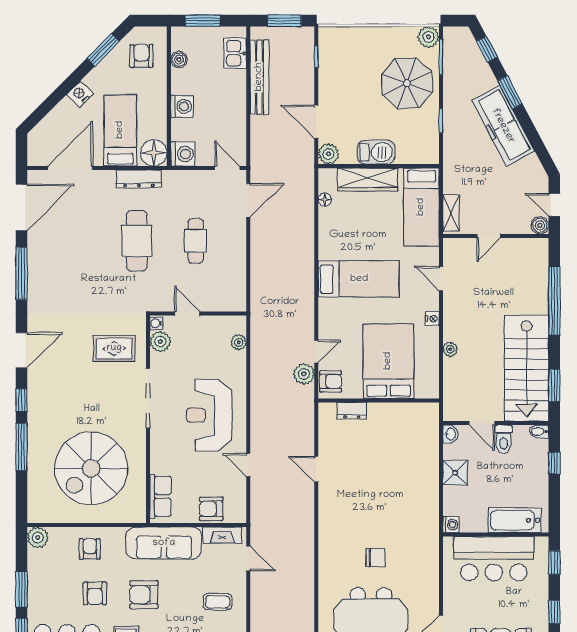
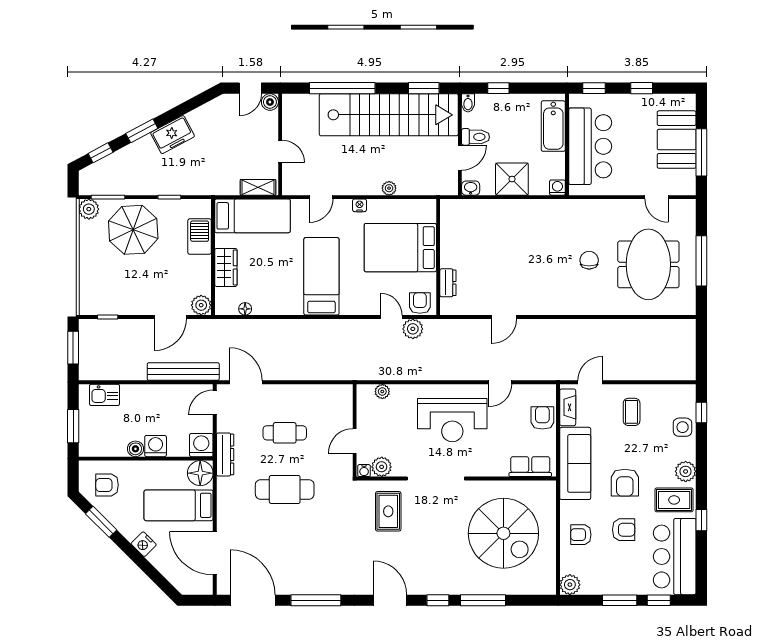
boiler: (179, 60) -> (135, 449), moved
bench: (259, 77) -> (183, 372), moved
freezer: (503, 126) -> (173, 135), width x0.52, depth x0.79
barbecue: (376, 152) -> (200, 237), moved
dresser: (139, 179) -> (225, 454), moved
wardrobe: (368, 180) -> (226, 267), width x0.67
stairs: (527, 368) -> (389, 115), width x1.36
shower: (455, 473) -> (512, 179), width x1.36, depth x1.36
armchair: (211, 509) -> (542, 418), turned 180

